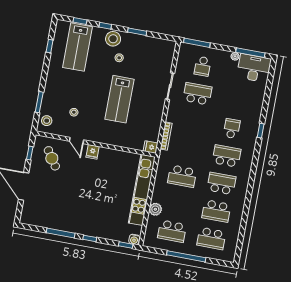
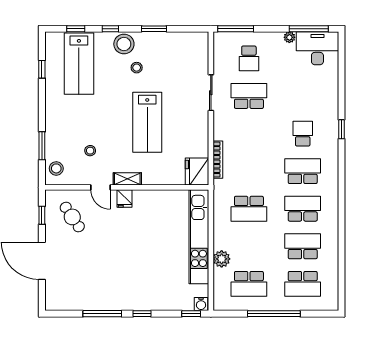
shelving: (97, 138) -> (127, 179), added
fridge: (151, 147) -> (197, 171), width x1.88, depth x1.34
school desk: (216, 211) -> (303, 246), turned 180

